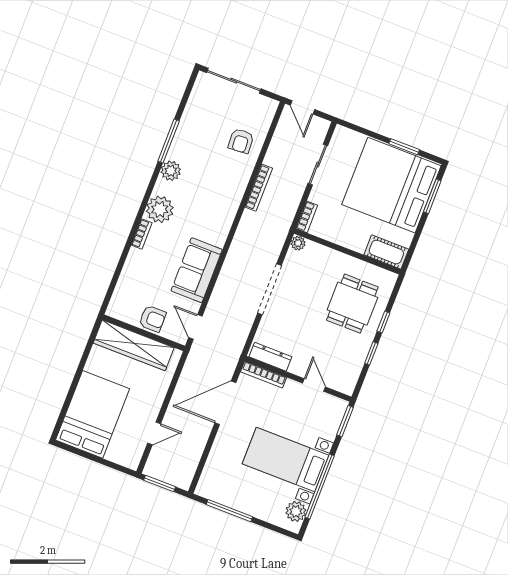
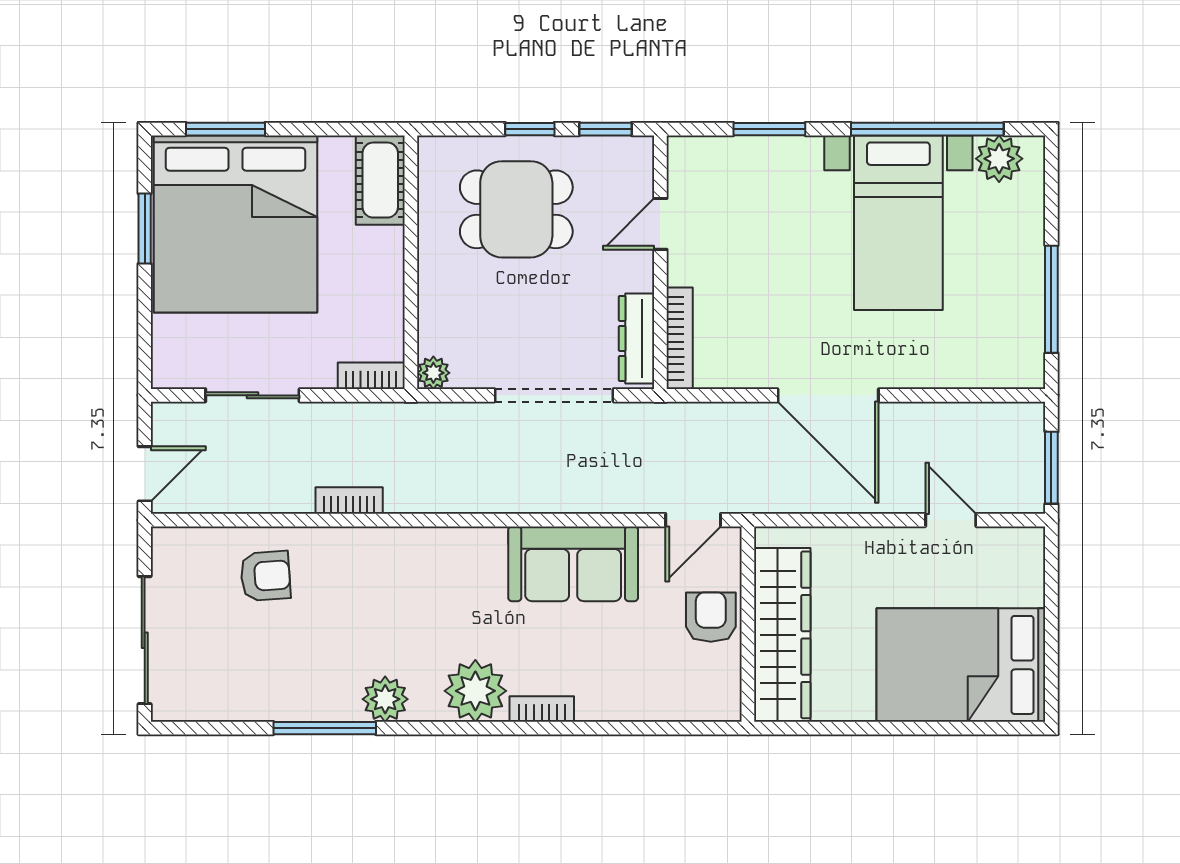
bookcase: (259, 188) -> (349, 500), width x0.64
dresser: (270, 357) -> (637, 338), moved
bookcase: (264, 375) -> (680, 338), moved
wall: (298, 379) -> (660, 262), moved
door: (314, 385) -> (660, 224), moved

